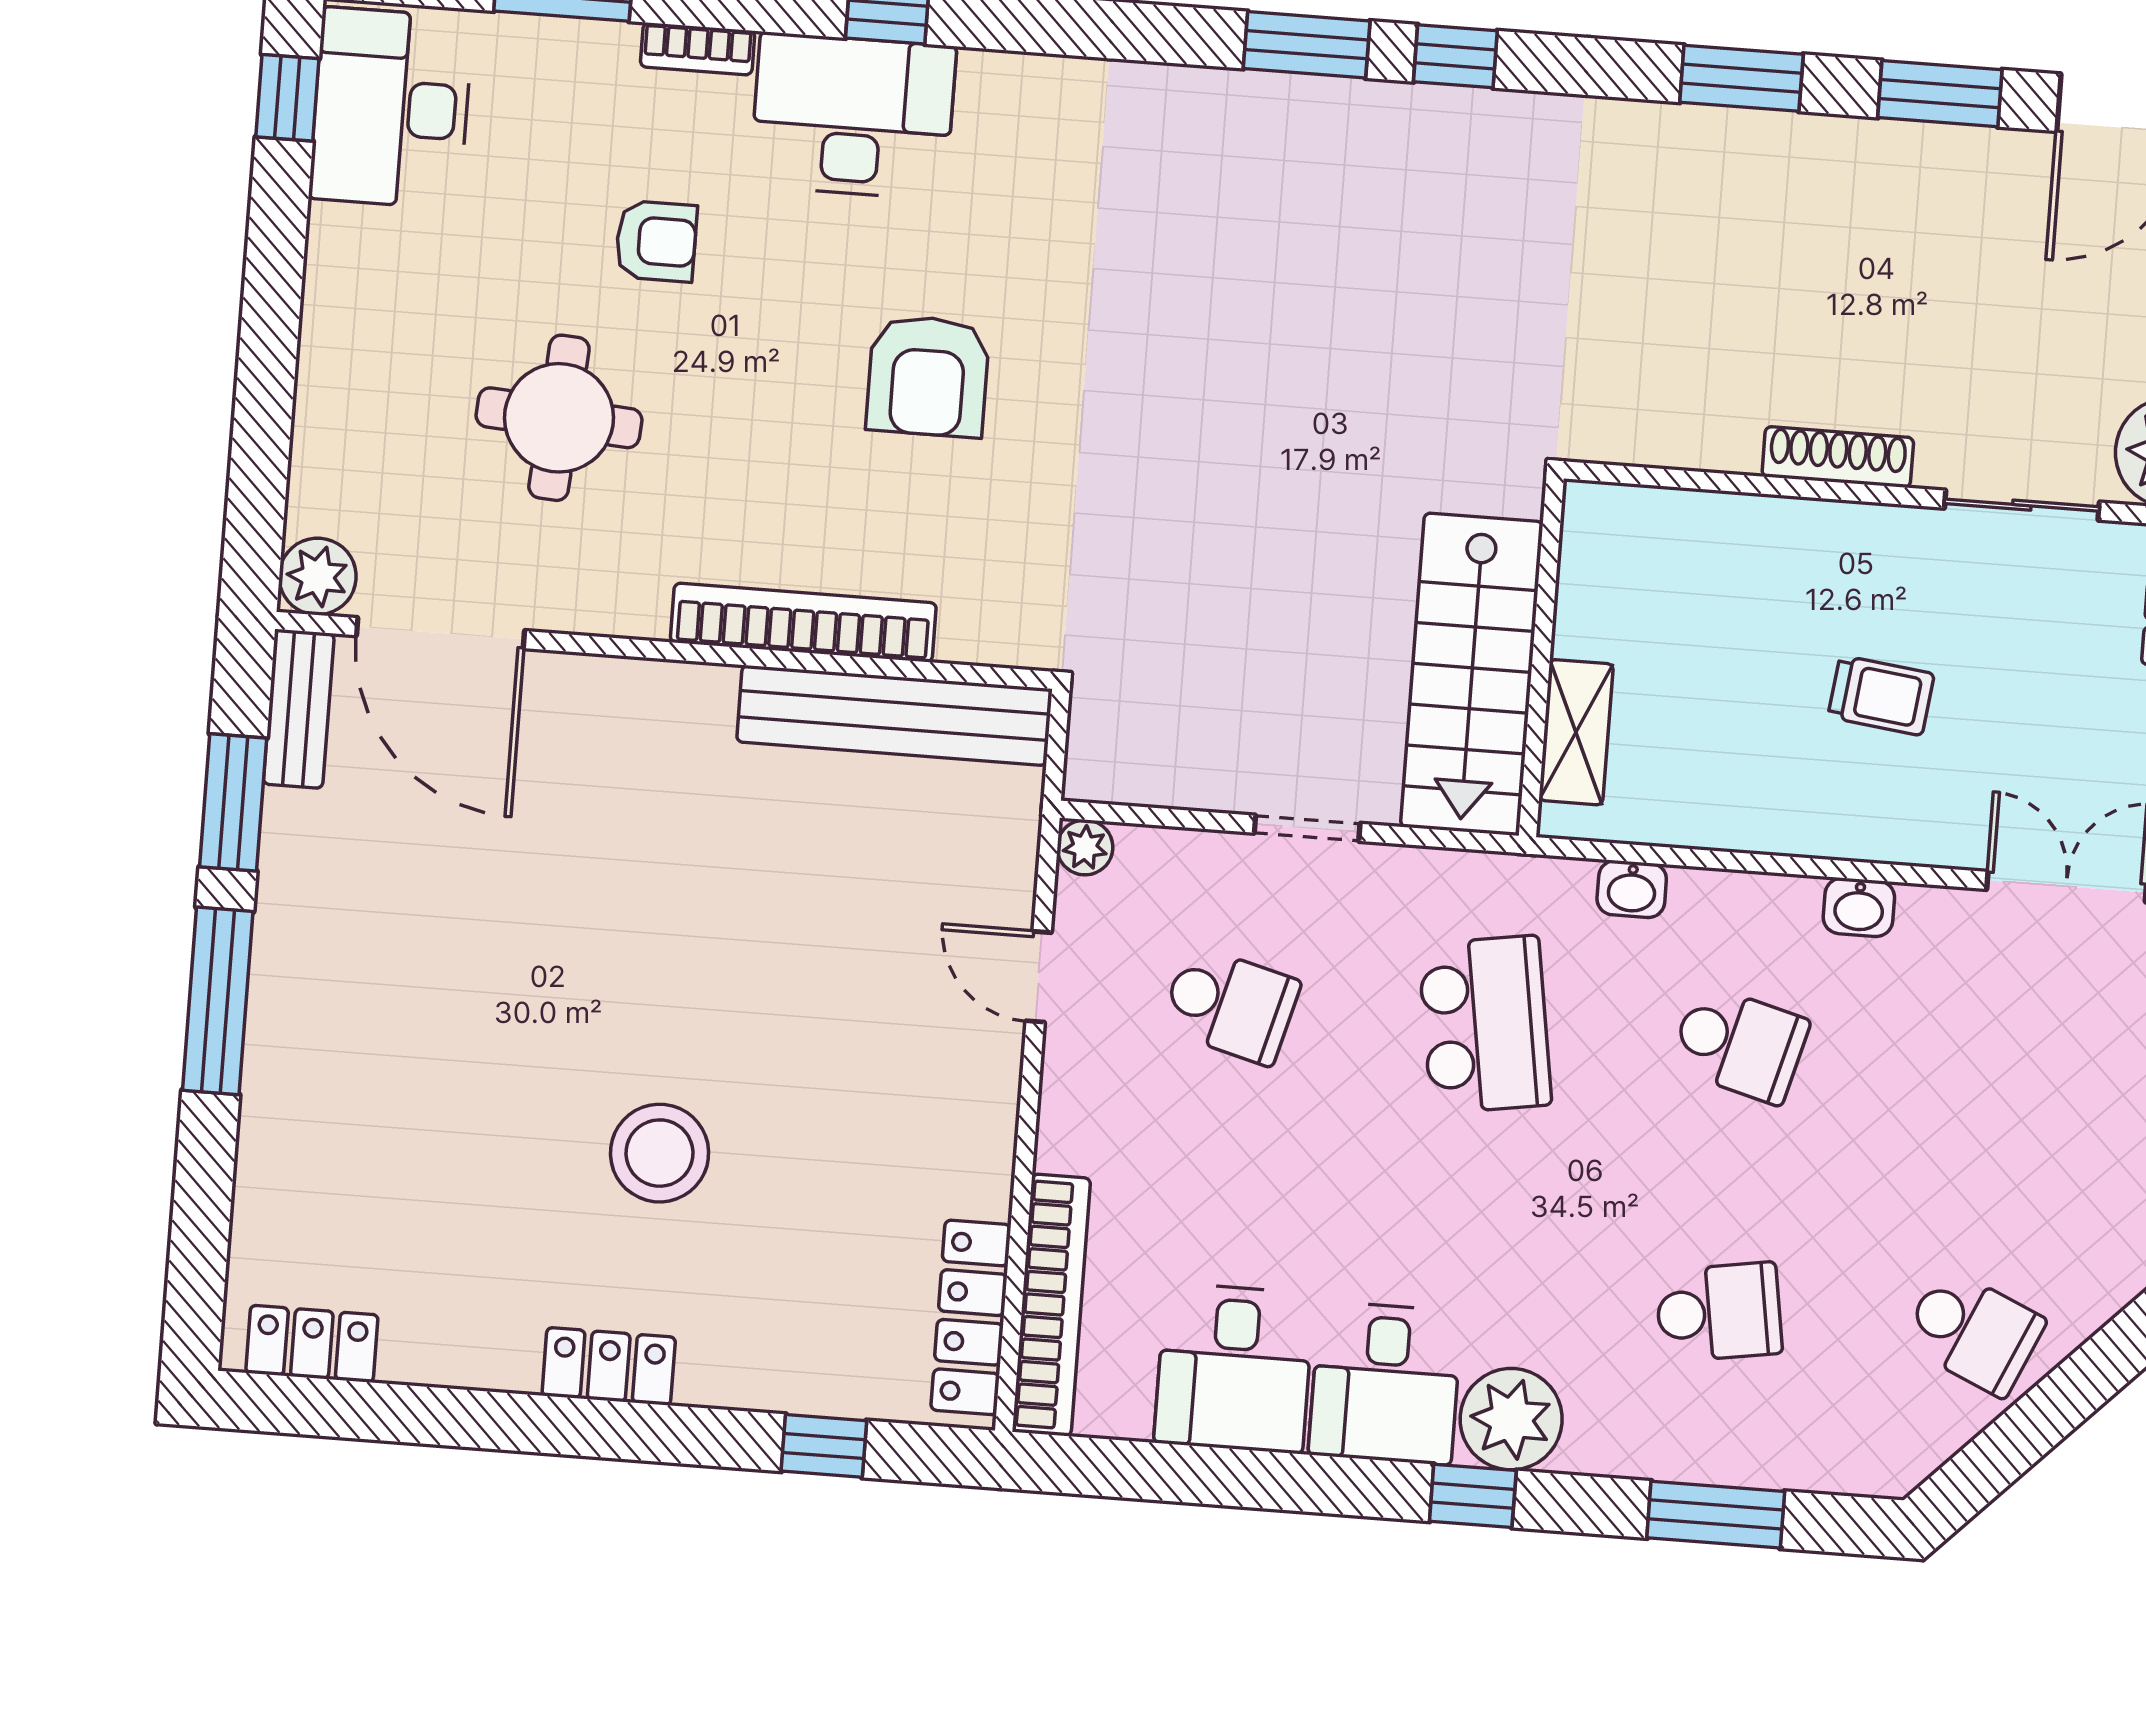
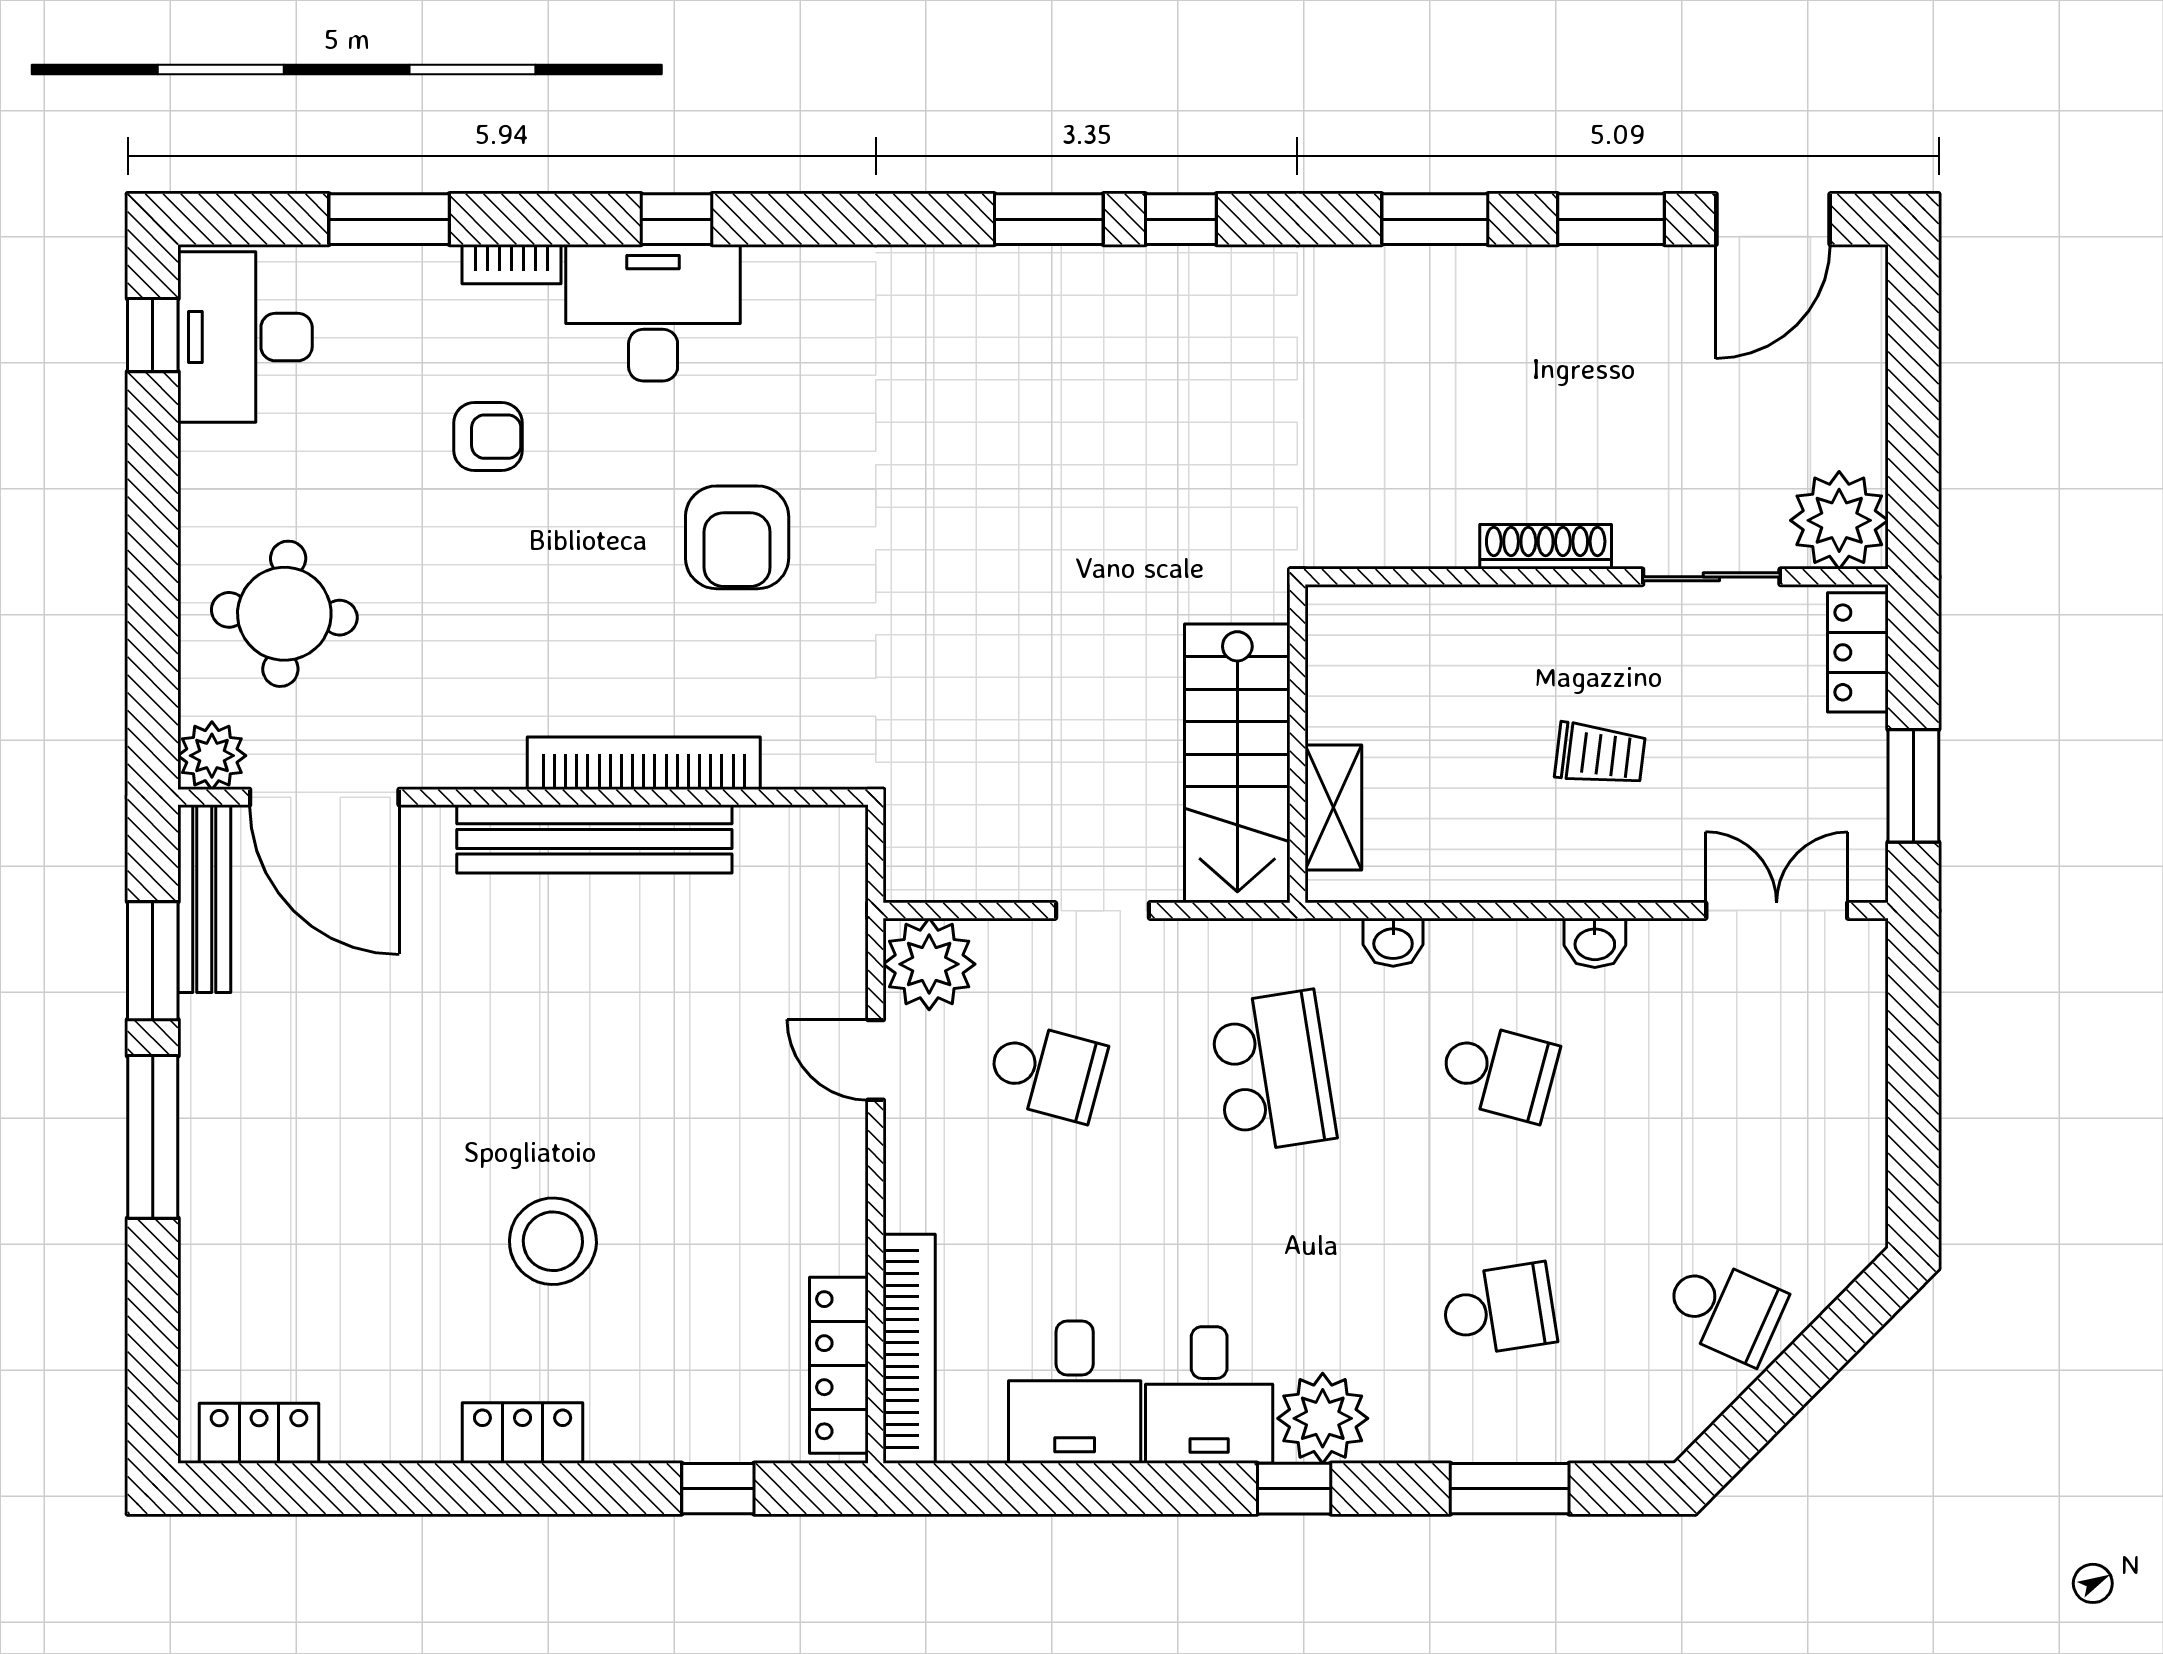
round table: (559, 418) -> (284, 614), moved
bench: (299, 709) -> (204, 899), width x1.36
bench: (894, 715) -> (594, 839), moved
plant: (1085, 847) -> (929, 964), width x1.88, depth x1.88

